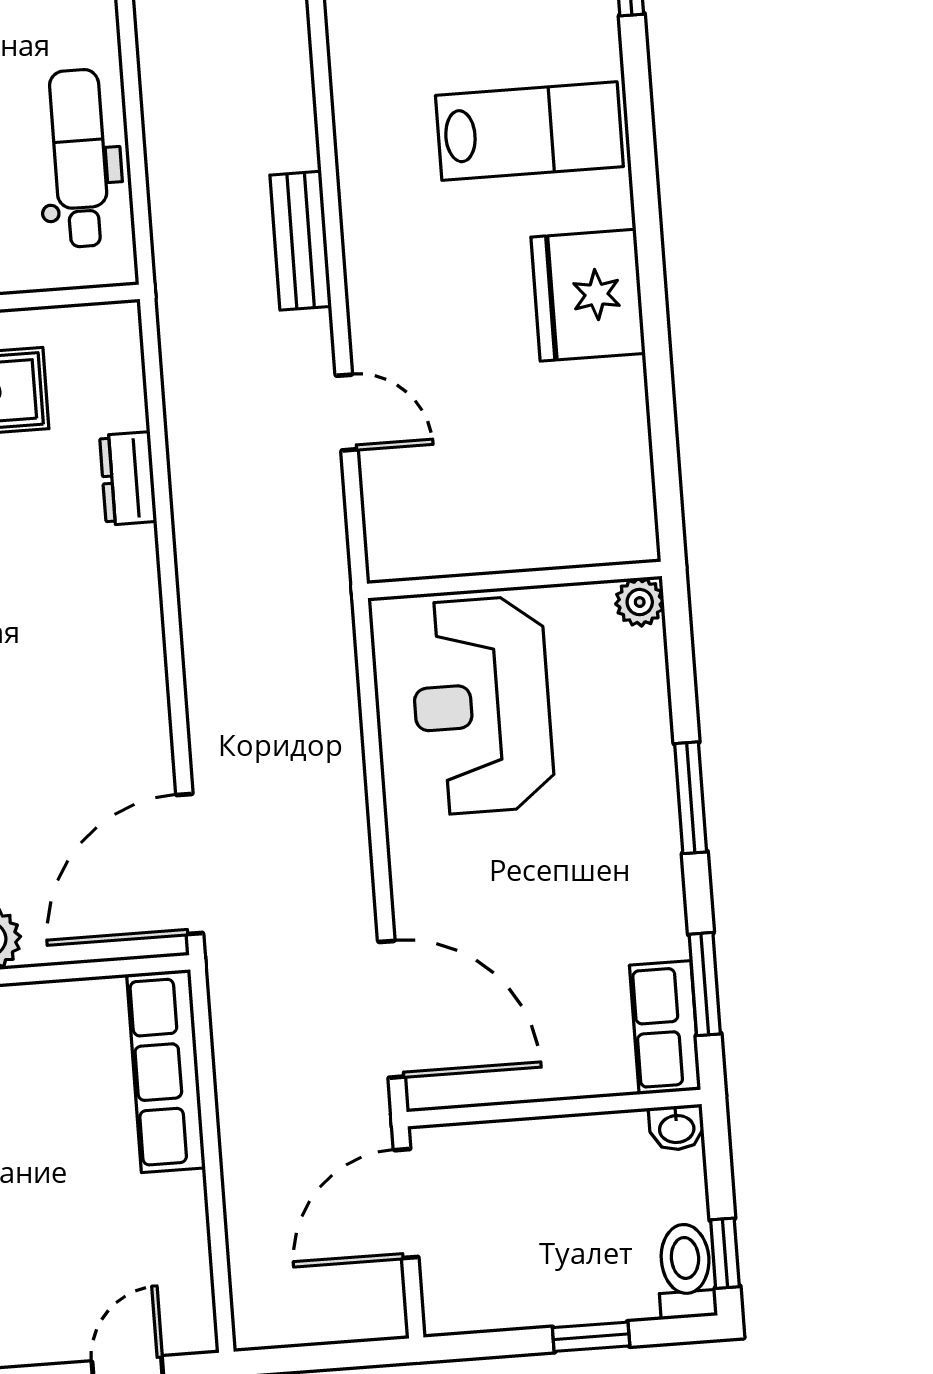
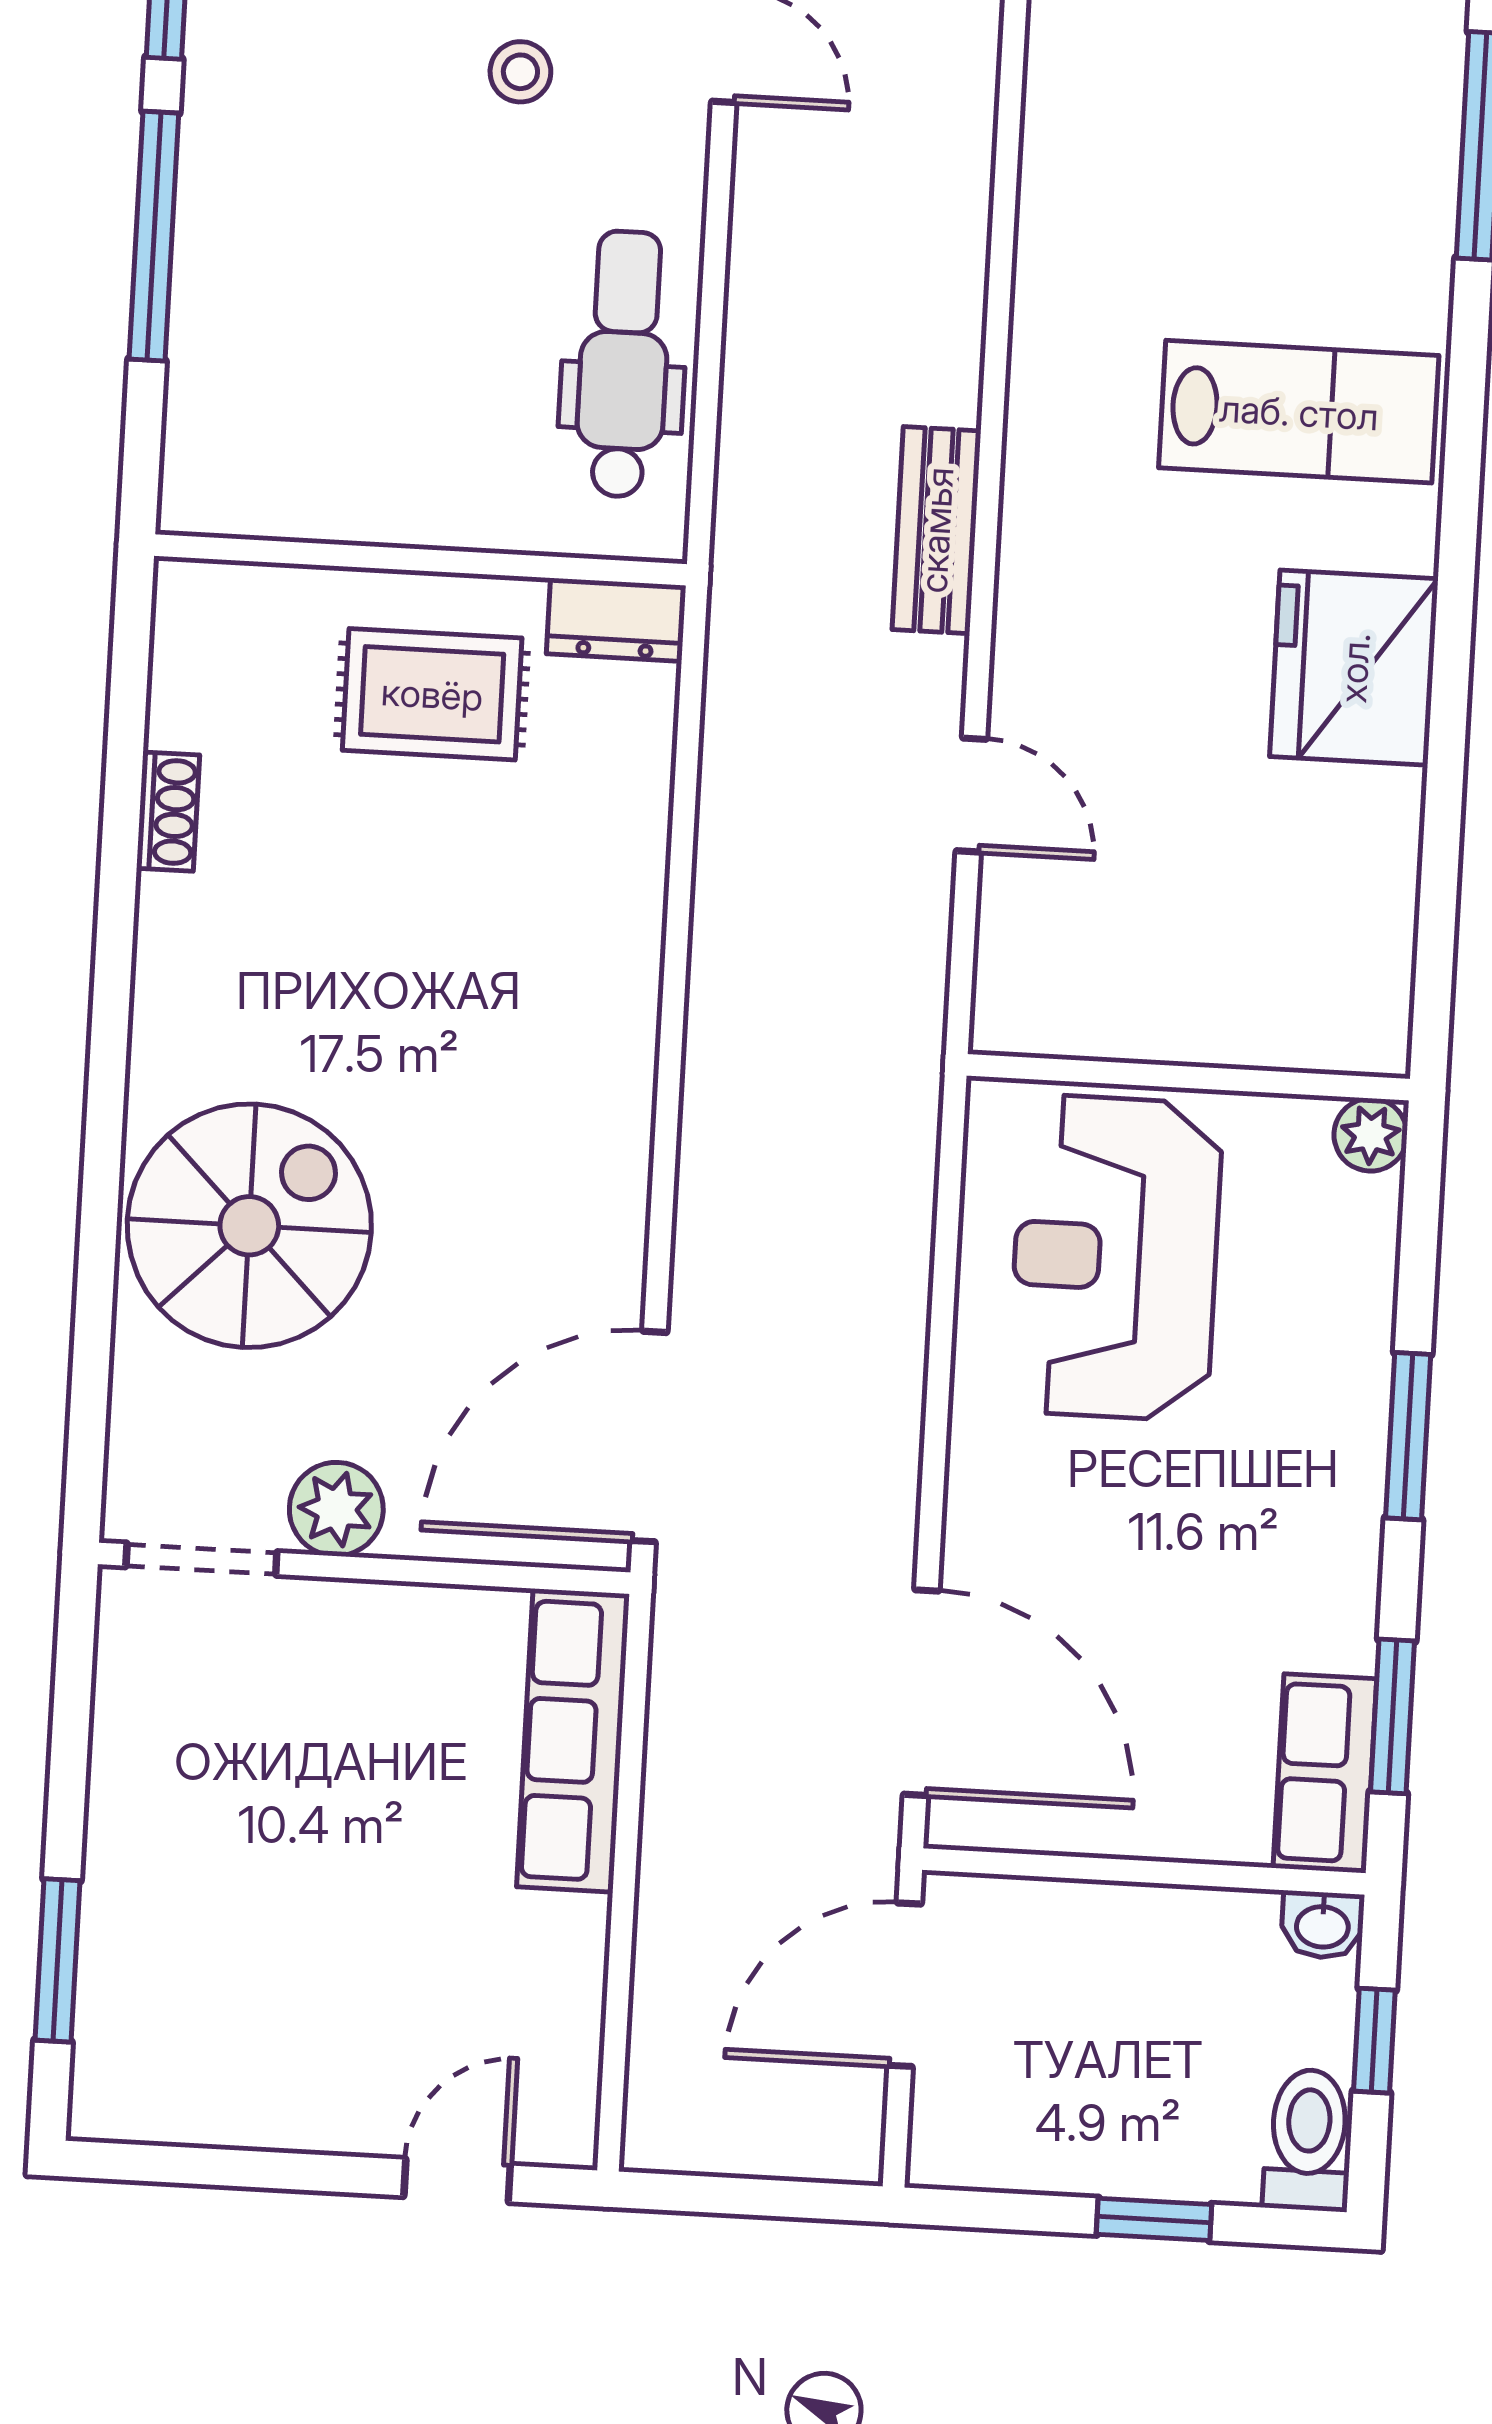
dresser: (128, 478) -> (616, 620), moved, turned -90
window: (725, 1253) -> (1374, 2041), moved

